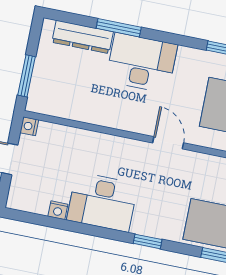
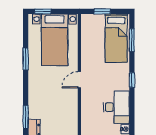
desk: (142, 63) -> (41, 102), removed

